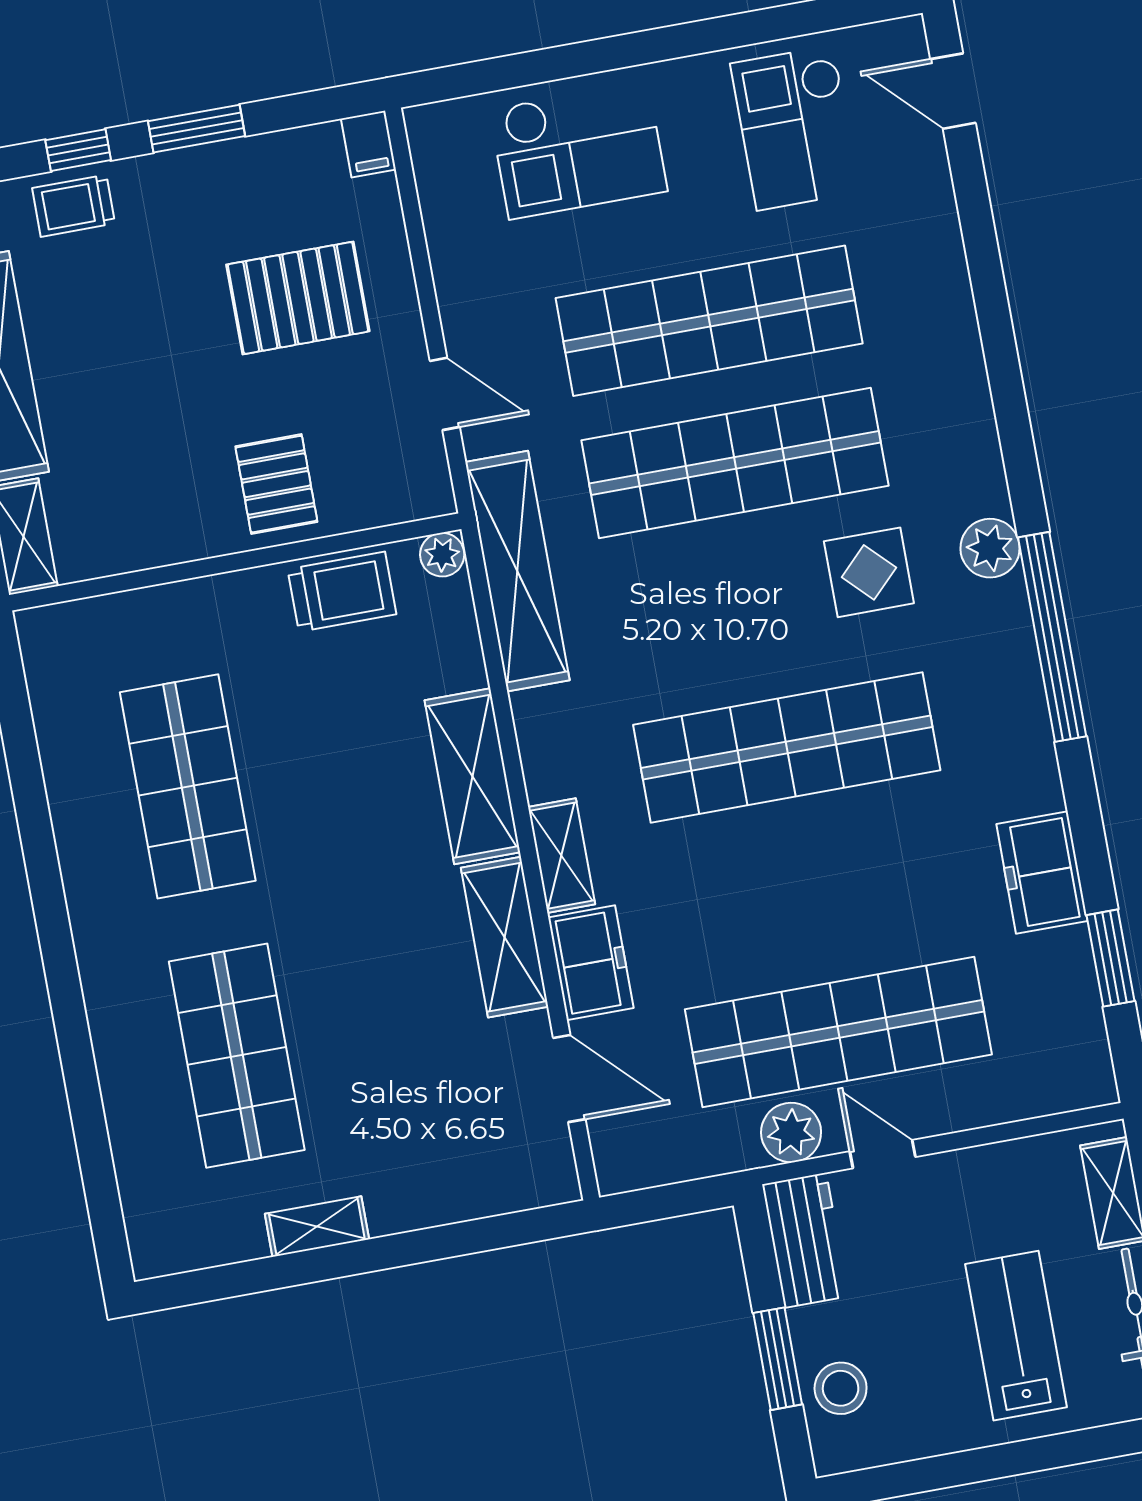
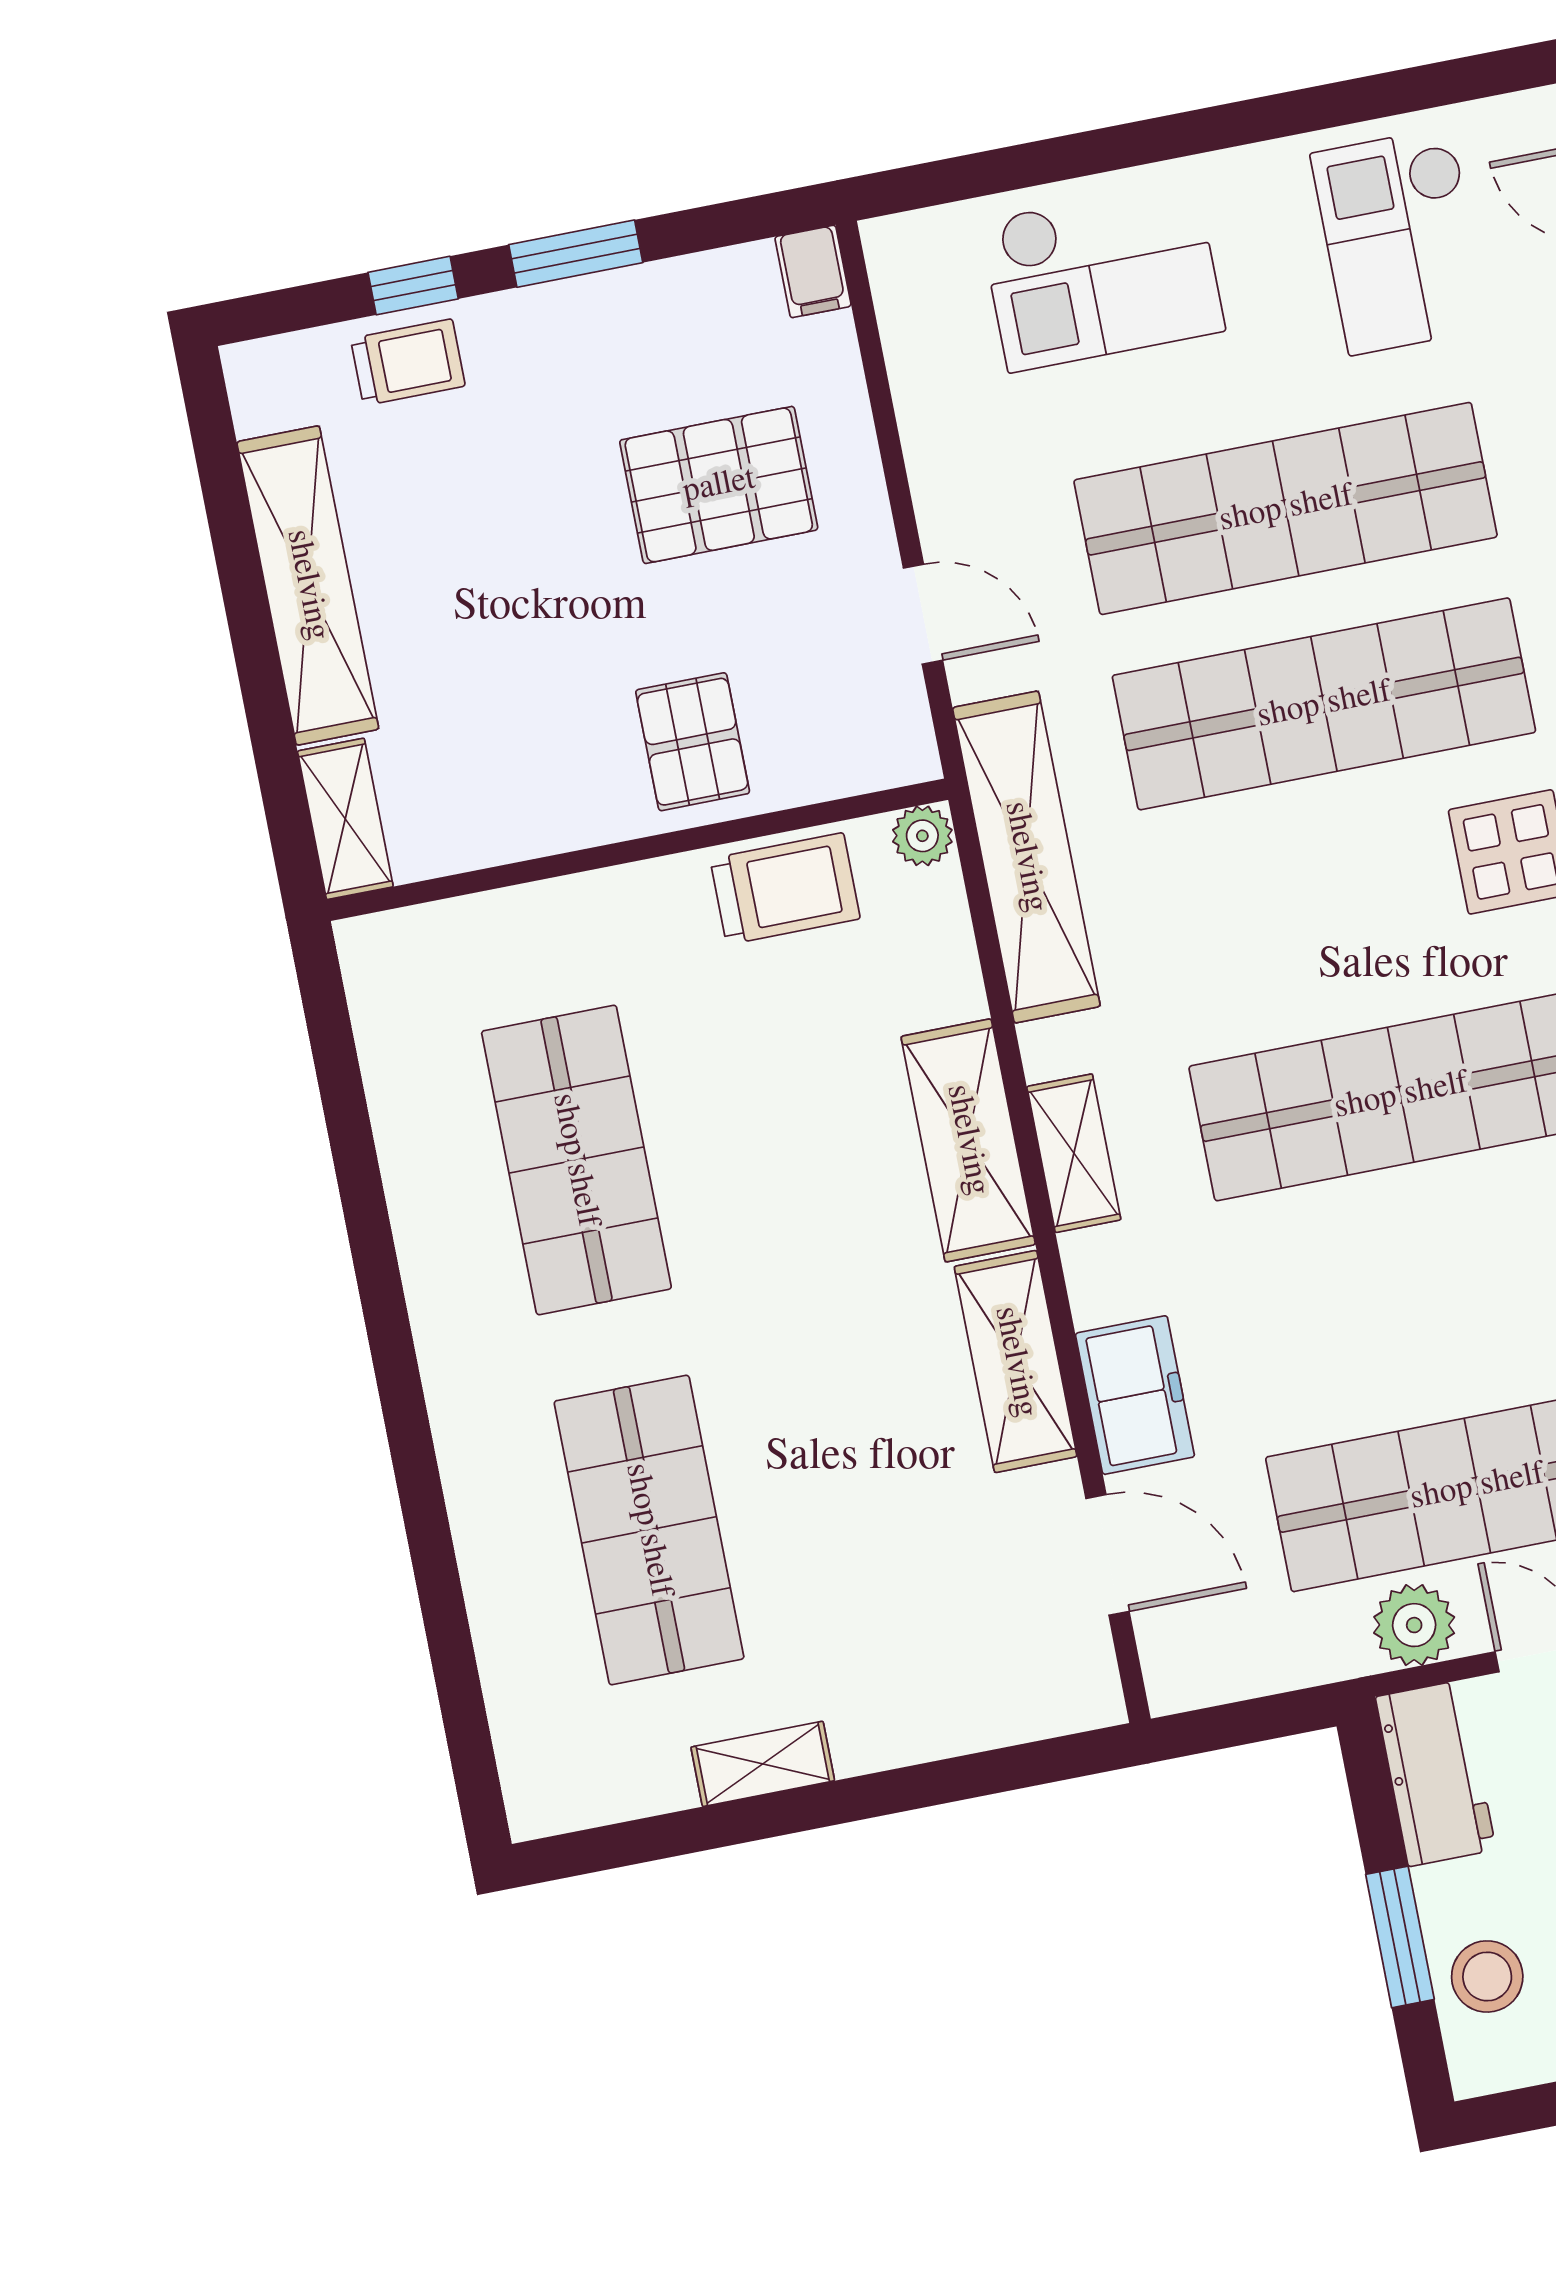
trolley: (74, 206) -> (408, 362), turned 180
shelving: (561, 856) -> (1074, 1153), moved

